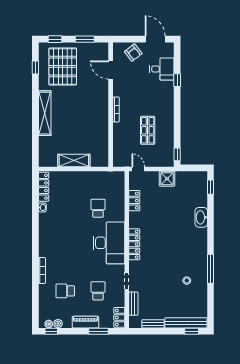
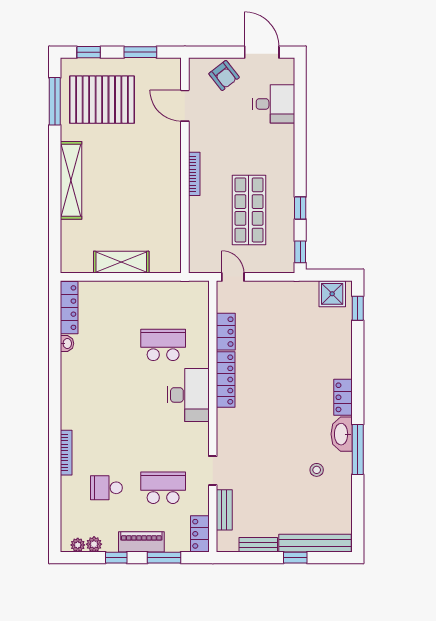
pallet: (63, 66) -> (102, 100), turned 90
window: (35, 67) -> (55, 101), width x2.17
window: (177, 80) -> (300, 208), moved
shop shelf: (148, 130) -> (249, 210), width x1.43, depth x1.36
shower: (167, 179) -> (332, 294), moved
school desk: (98, 208) -> (163, 345), width x1.85
washbasin: (201, 217) -> (342, 434), moved
locker: (202, 239) -> (343, 397), added
desk: (109, 243) -> (188, 395), width x0.73, depth x0.77
locker: (134, 244) -> (226, 379), moved
school desk: (98, 291) -> (163, 488), width x1.85
window: (51, 331) -> (116, 558), moved
window: (192, 331) -> (295, 558), moved

